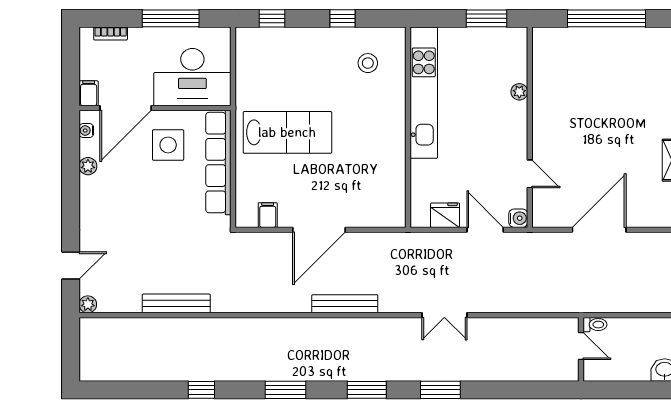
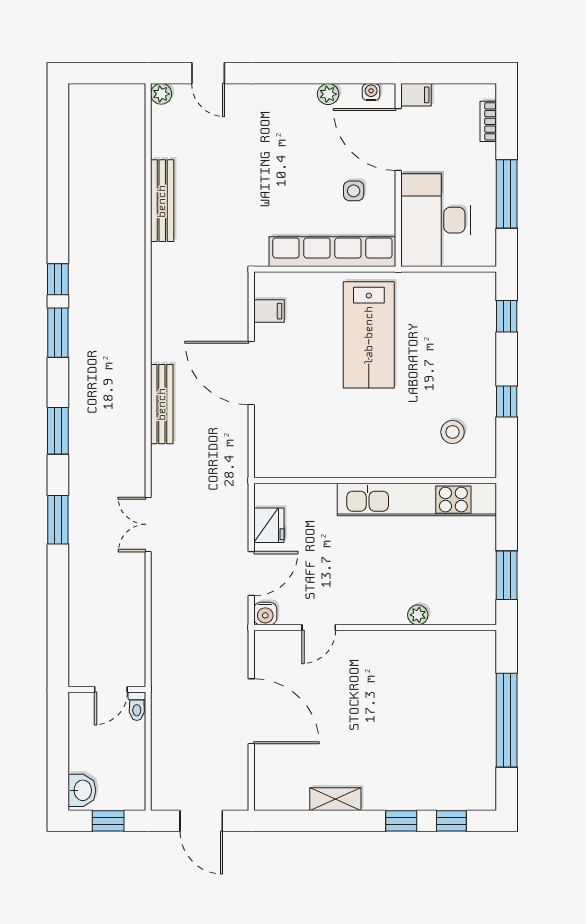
side table: (168, 145) -> (354, 191), width x0.54, depth x0.54
window: (201, 390) -> (58, 279), moved

